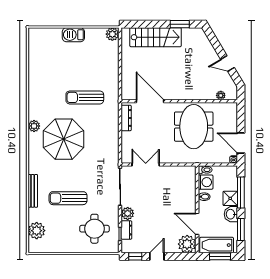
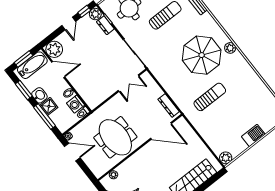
plant: (128, 213) -> (95, 14), moved

